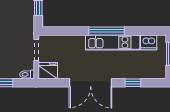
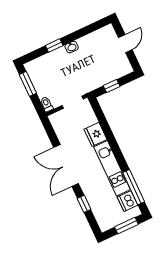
window: (106, 31) -> (134, 187), moved
fridge: (48, 71) -> (95, 134), moved, turned 180

